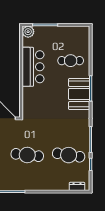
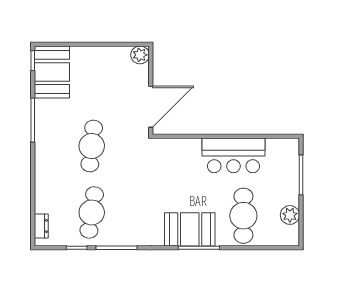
plant: (28, 32) -> (290, 215), moved
cafe table: (71, 61) -> (243, 216), width x1.37, depth x1.35

